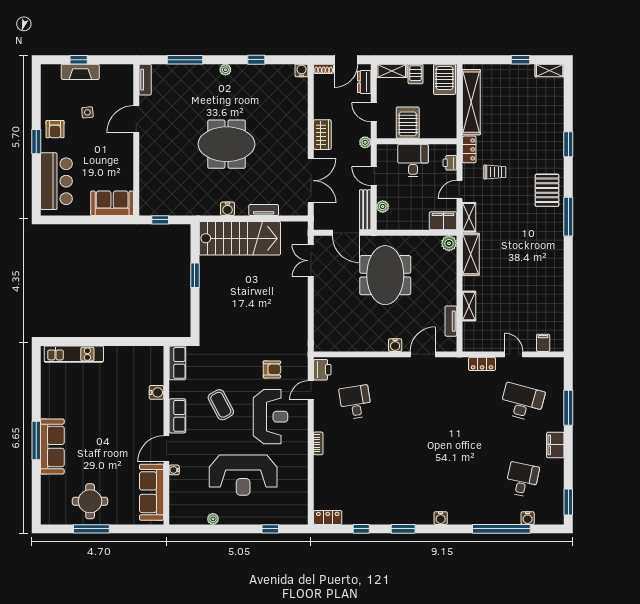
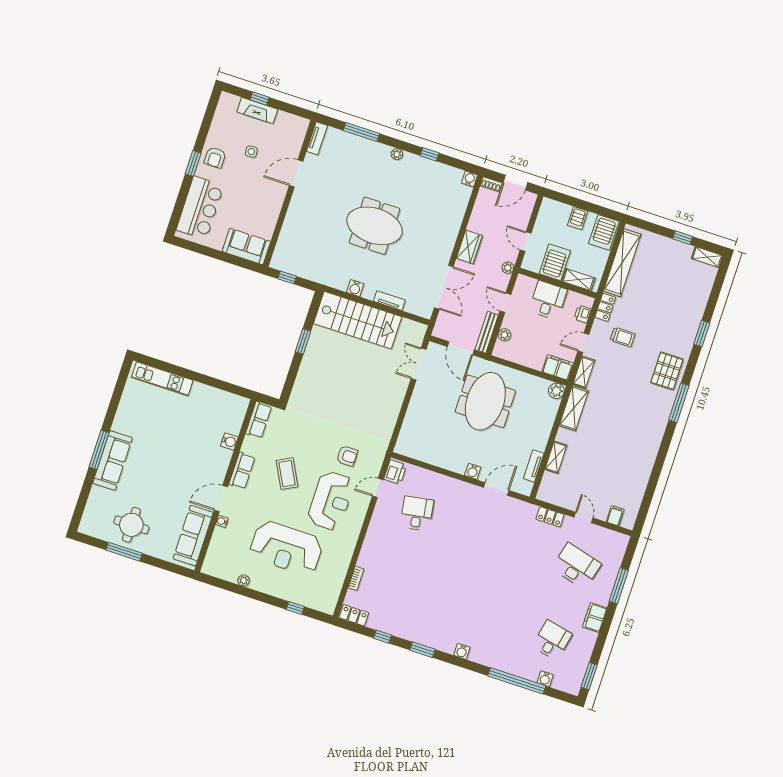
shelving: (392, 71) -> (578, 280), moved
dresser: (364, 82) -> (526, 210), removed
bookcase: (318, 443) -> (356, 578), moved

